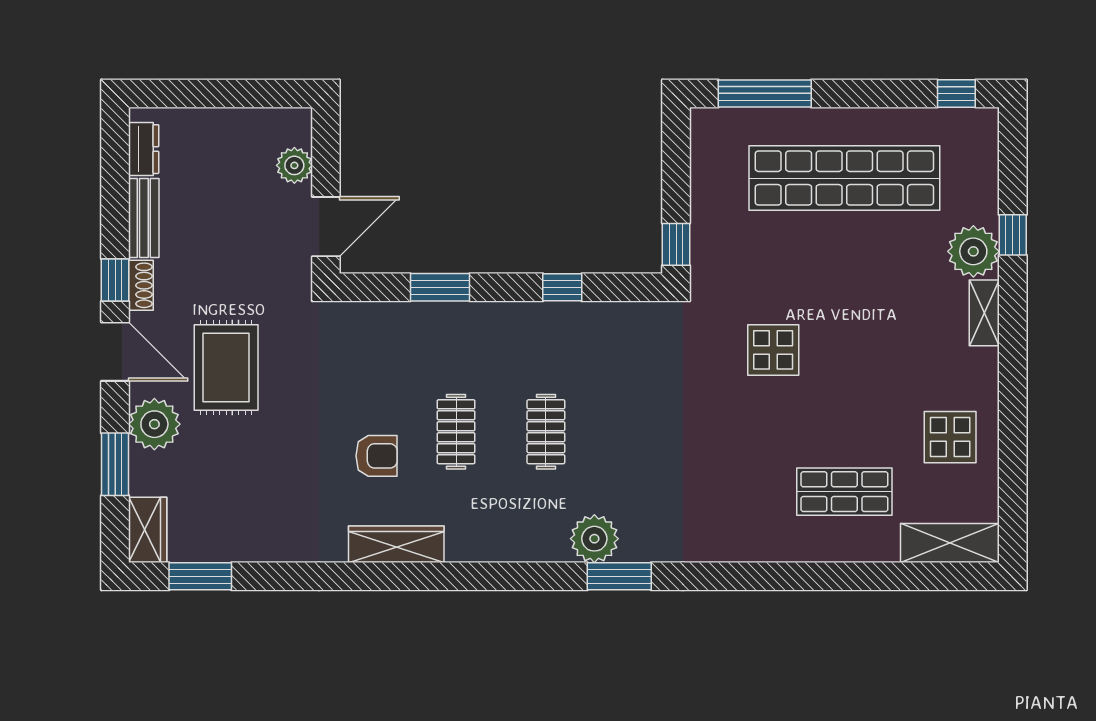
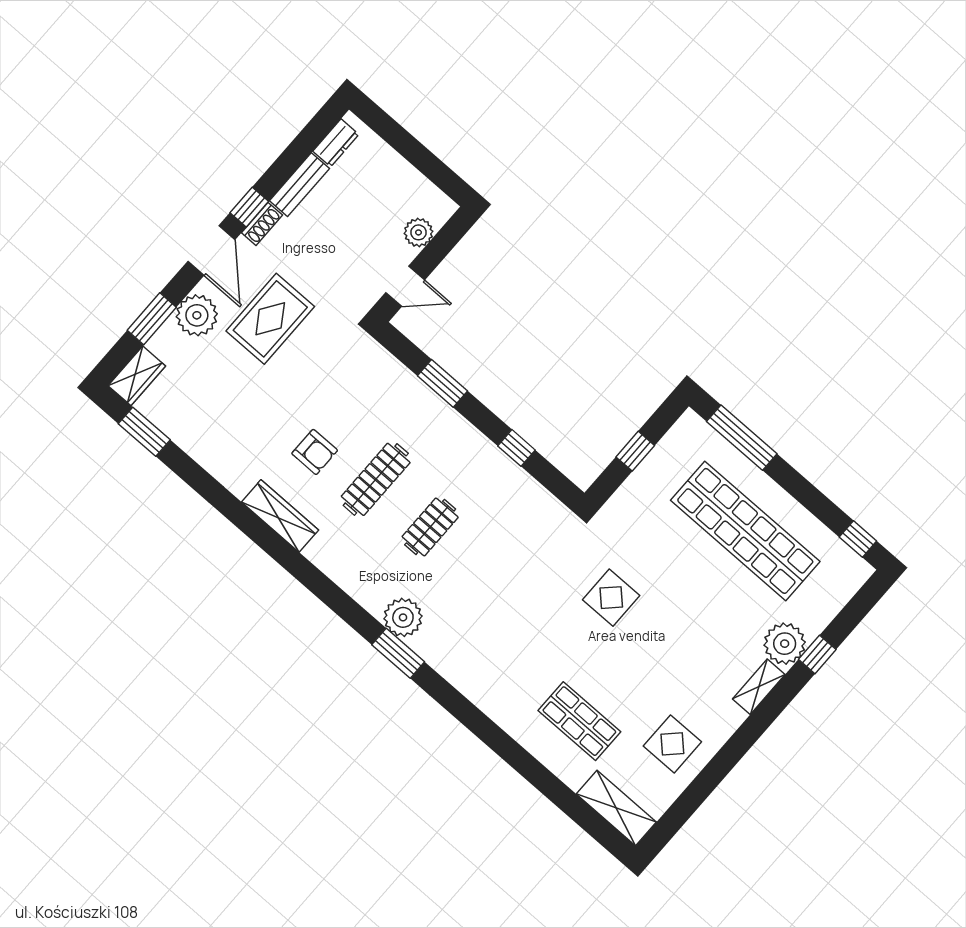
door: (326, 227) -> (405, 286), width x0.73
window: (676, 244) -> (635, 451), moved
clothes rail: (456, 432) -> (376, 479), width x1.36

